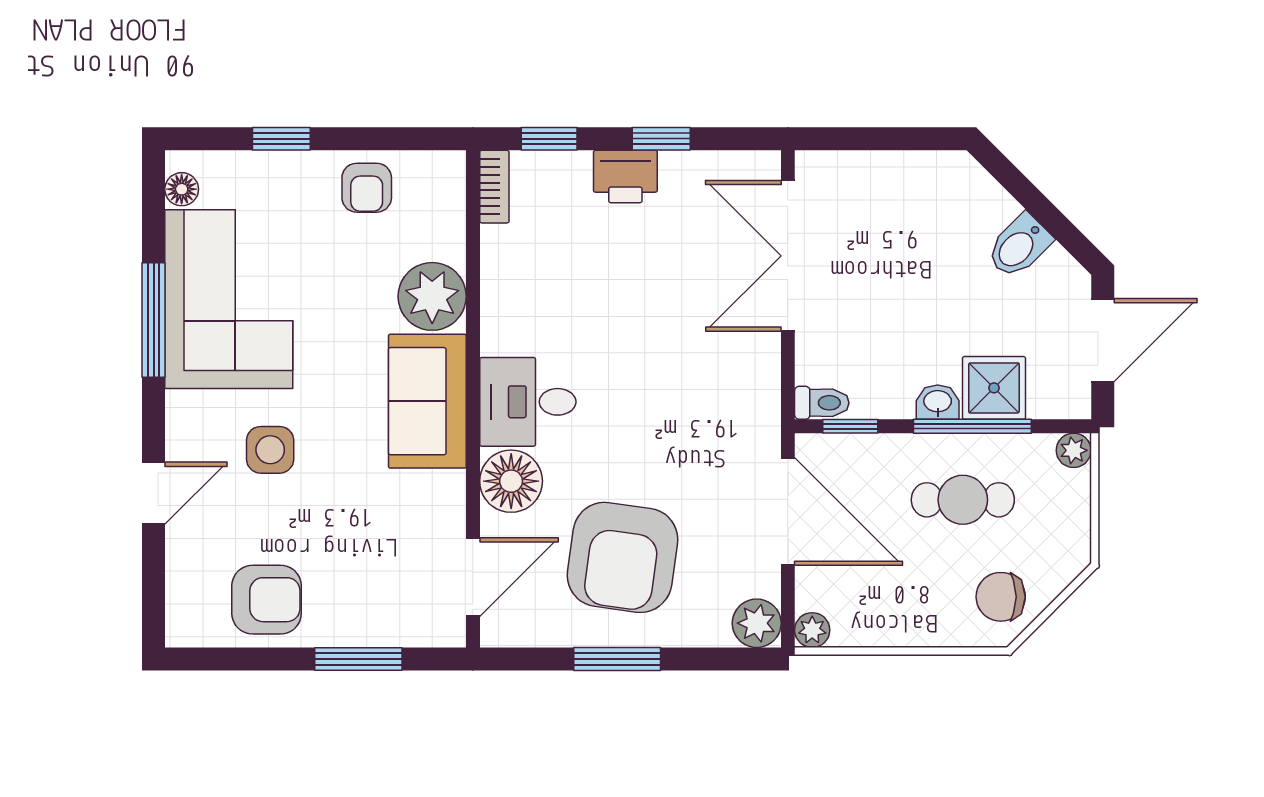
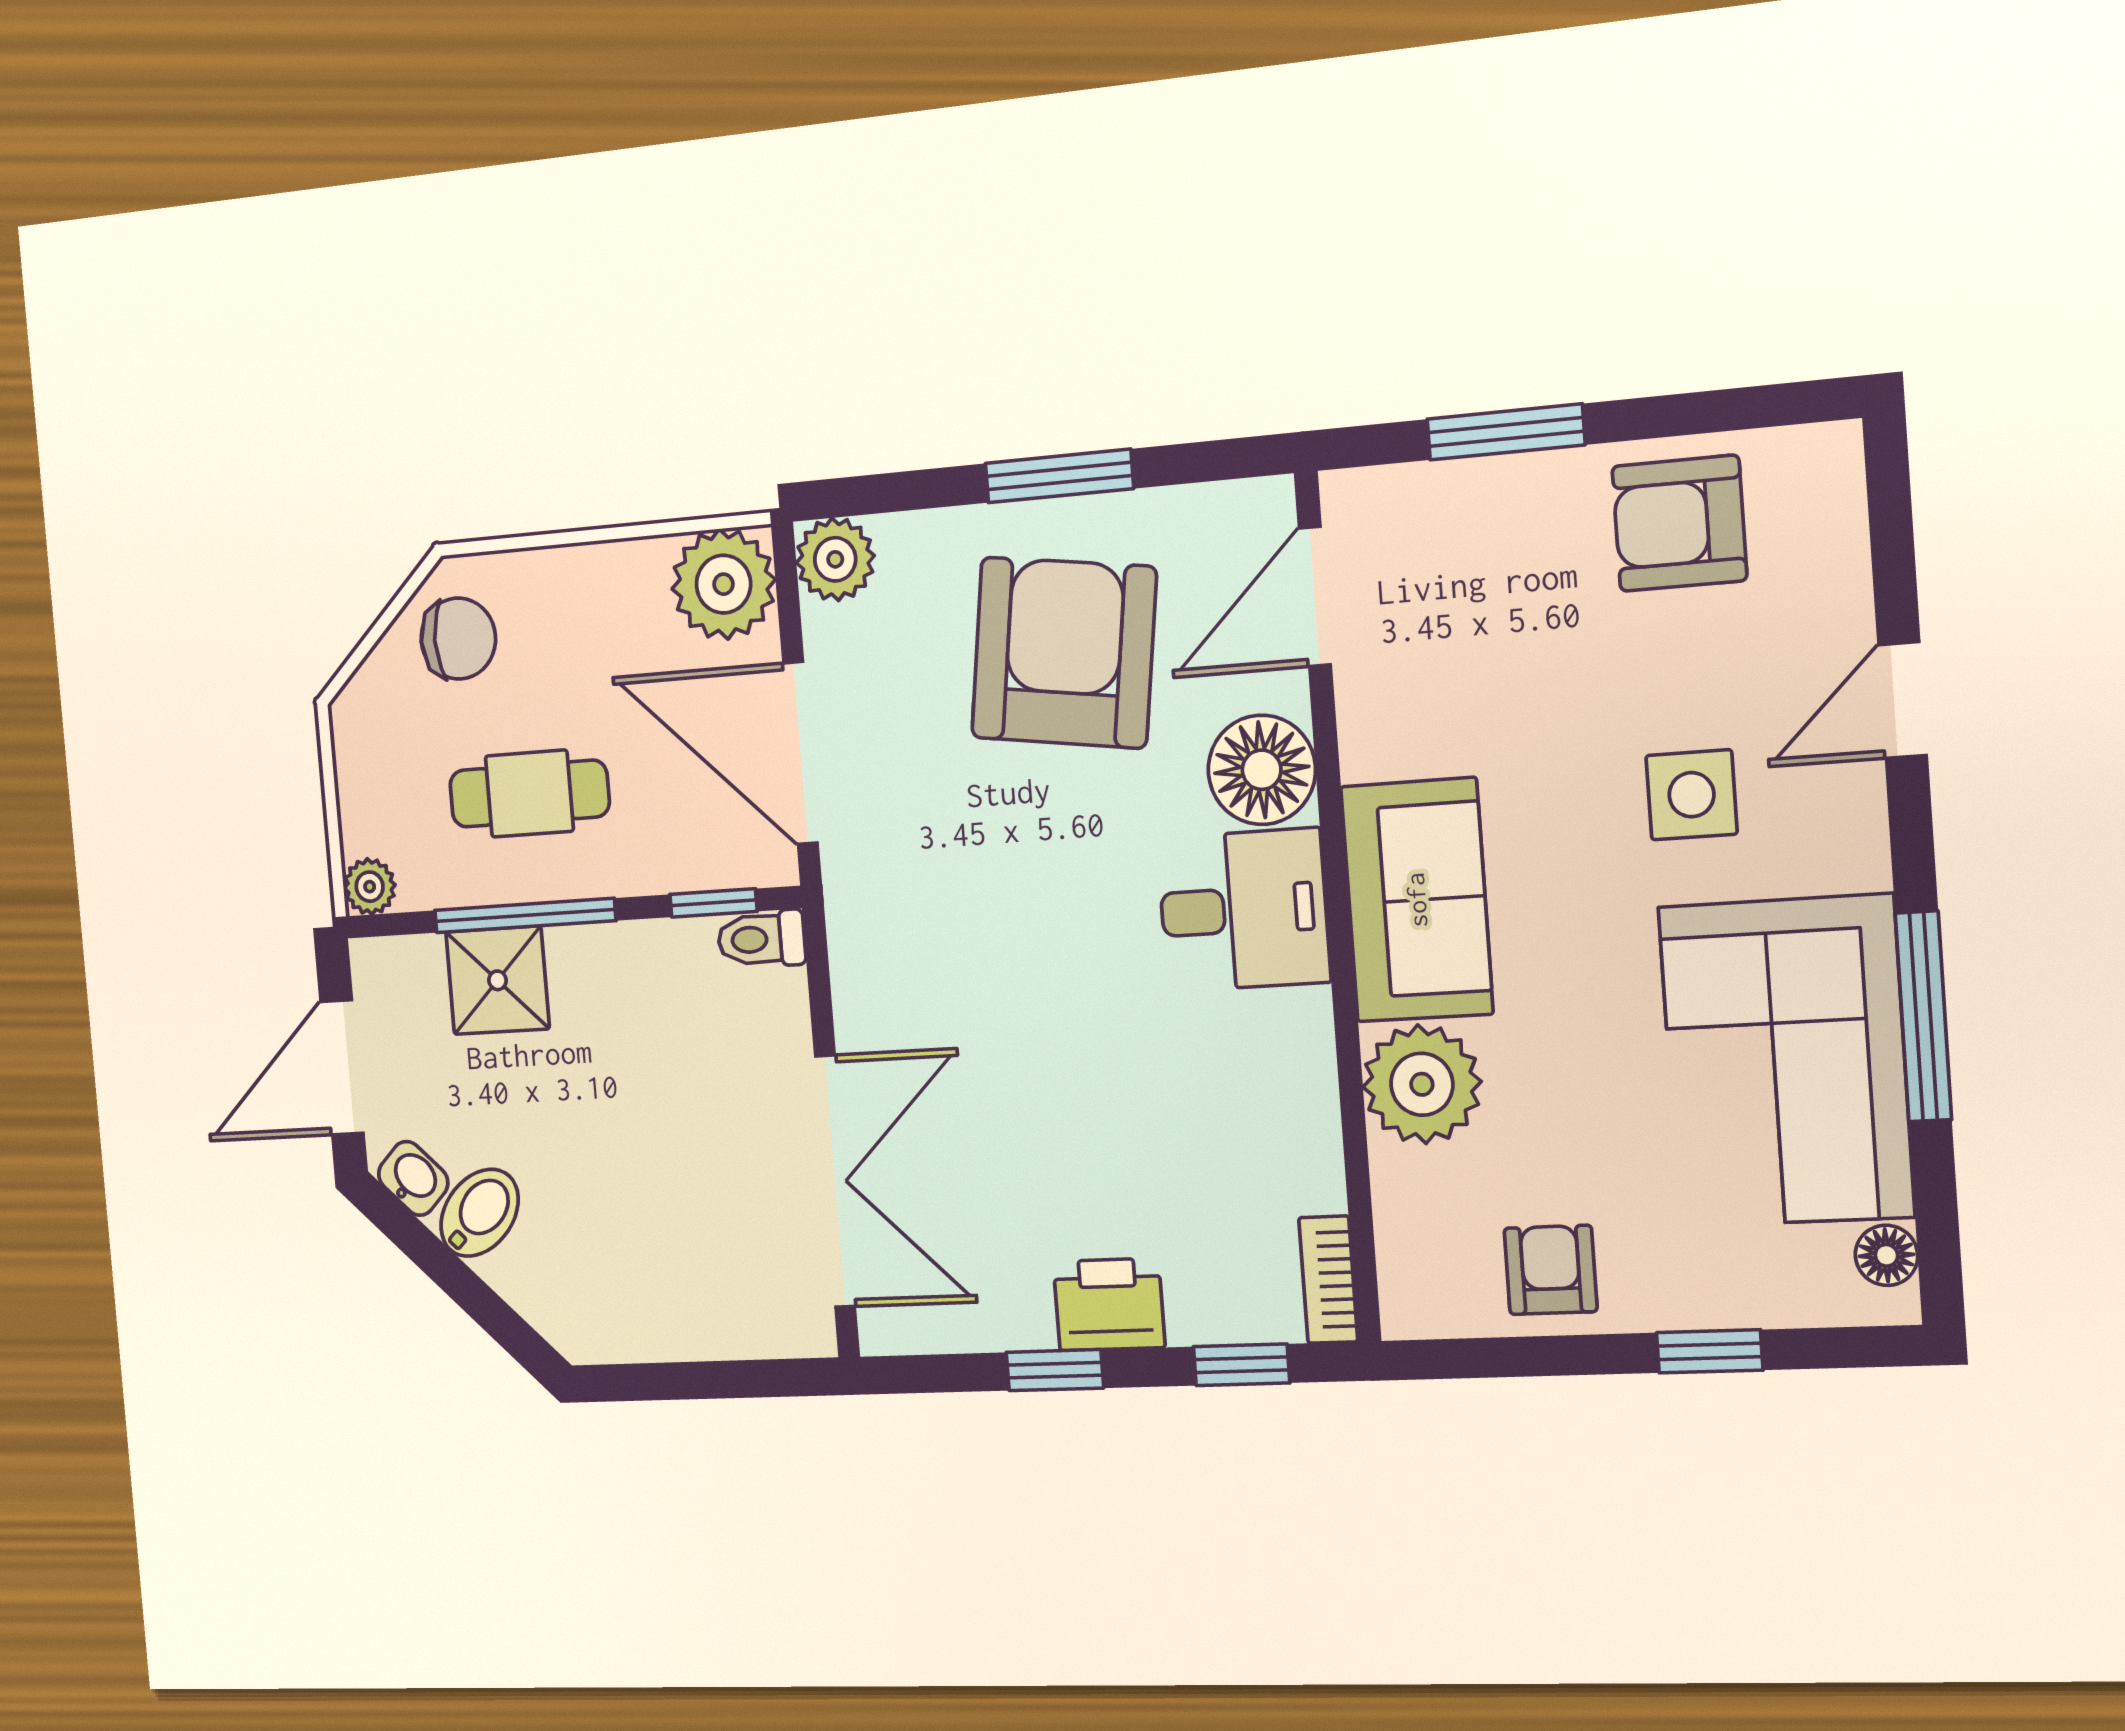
washbasin: (938, 402) -> (413, 1178), moved, turned -135
plant: (812, 630) -> (724, 584), width x1.87, depth x1.87

